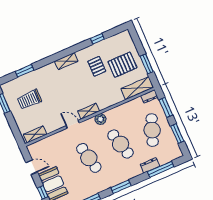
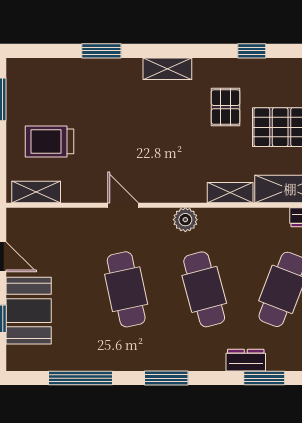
window: (24, 71) -> (101, 51), moved
trolley: (29, 99) -> (49, 141), moved
shelving: (89, 111) -> (230, 193), moved
window: (161, 169) -> (264, 378), width x0.69

